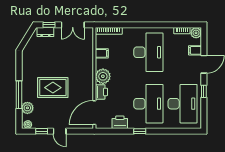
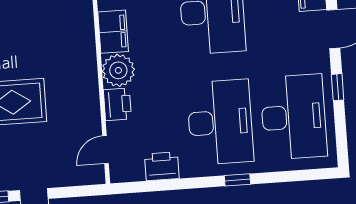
filing cabinet: (102, 53) -> (113, 32), width x2.00
door: (94, 113) -> (105, 150), width x0.53
window: (140, 131) -> (237, 180), moved

